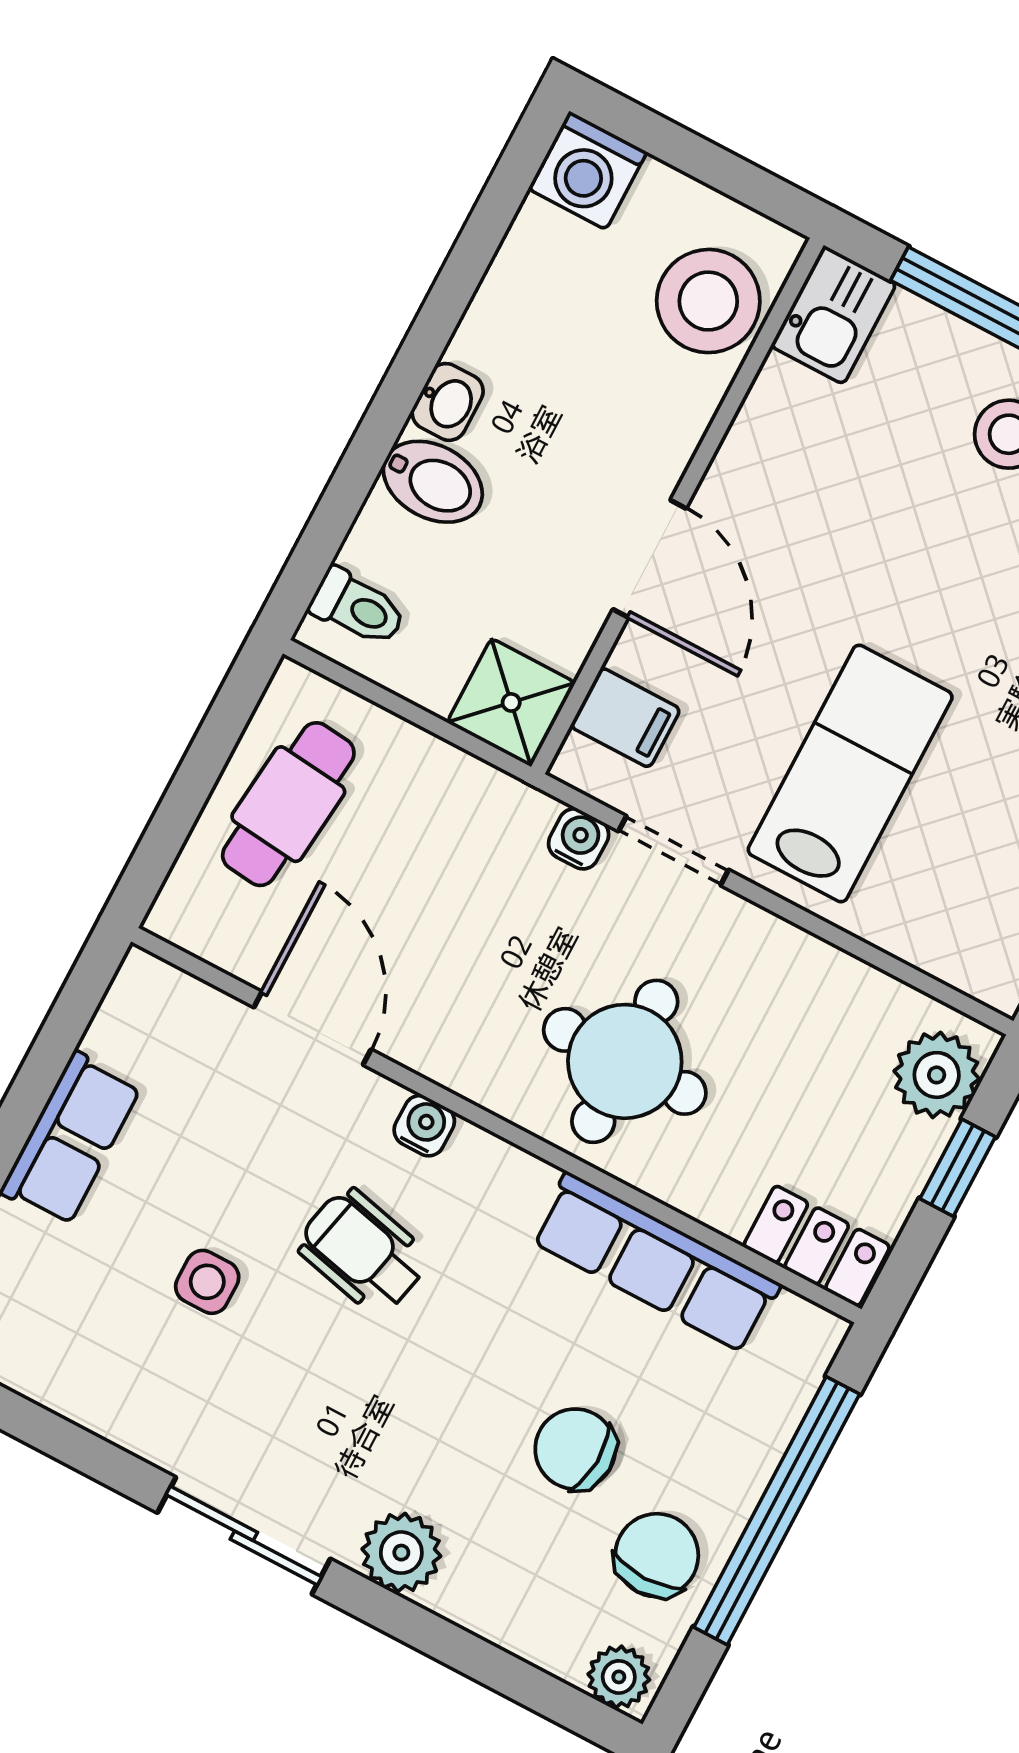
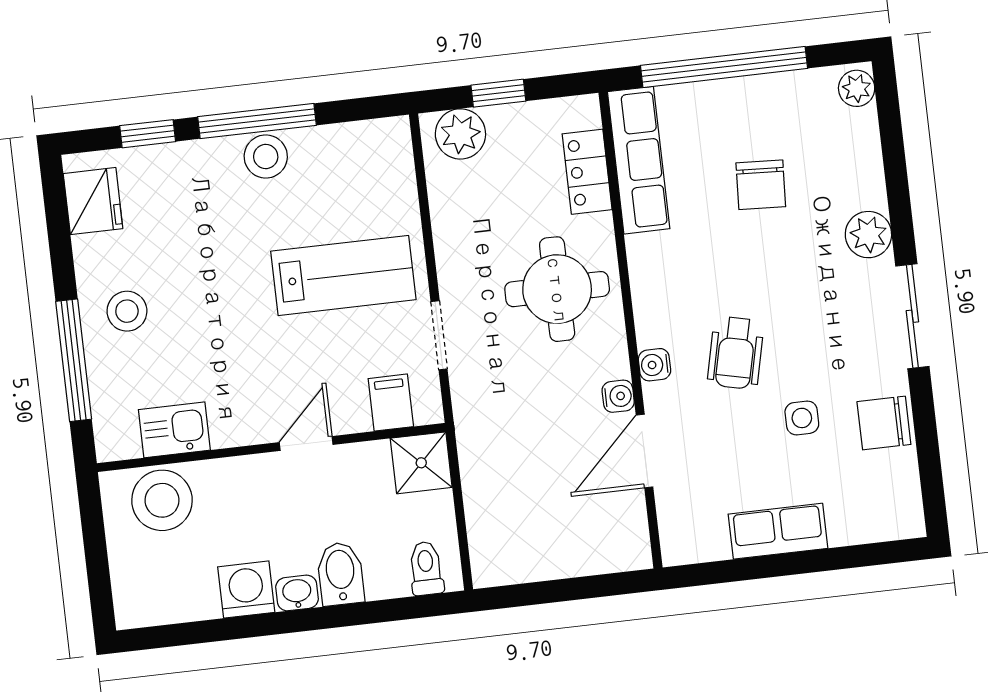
washing machine: (588, 170) -> (246, 590), moved, turned -90
kitchen sink: (834, 315) -> (174, 430), moved
door: (649, 559) -> (306, 443), width x0.73
lab bench: (850, 773) -> (343, 275), turned 180
cafe table: (288, 804) -> (544, 537), removed
water cooler: (579, 839) -> (618, 396), moved, turned 180
locker: (817, 1246) -> (587, 172), moved
row of seats: (656, 1262) -> (639, 160), moved
chair: (657, 1555) -> (884, 423), moved

